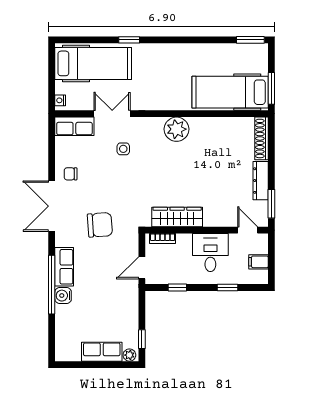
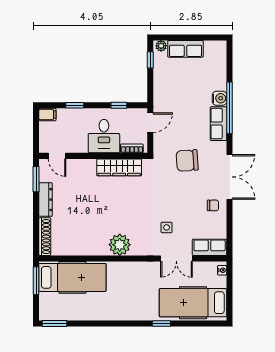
desk: (210, 252) -> (104, 136), moved
filing cabinet: (259, 262) -> (47, 115), moved

